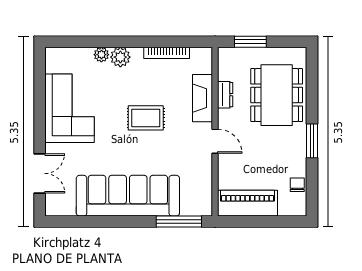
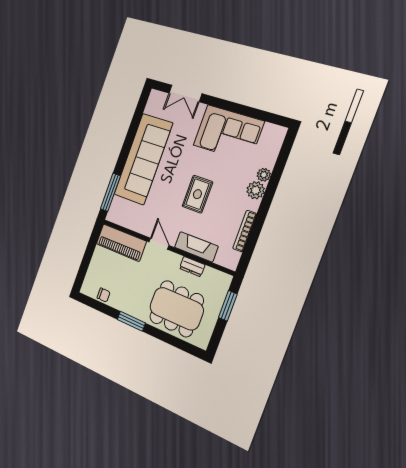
door: (215, 141) -> (159, 244), swing flipped
piano: (247, 203) -> (121, 243), moved, turned 90

